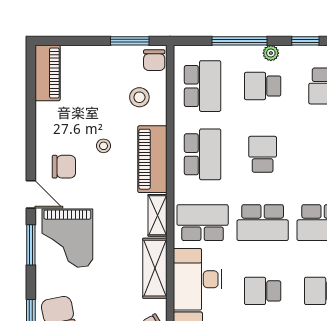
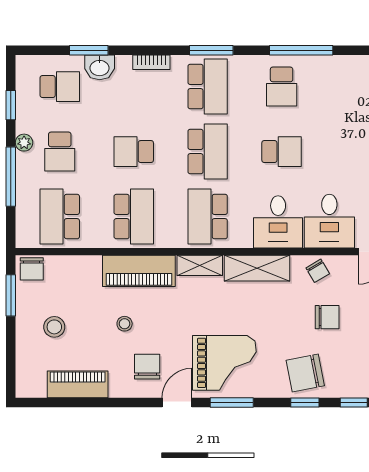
chair: (154, 60) -> (32, 269), turned 90
piano: (48, 73) -> (78, 384), moved
school desk: (203, 86) -> (60, 217), turned -90
stool: (139, 97) -> (54, 327), moved
school desk: (203, 154) -> (134, 217), turned 90
desk: (198, 279) -> (278, 222), width x0.73
school desk: (263, 291) -> (282, 152), turned -90

